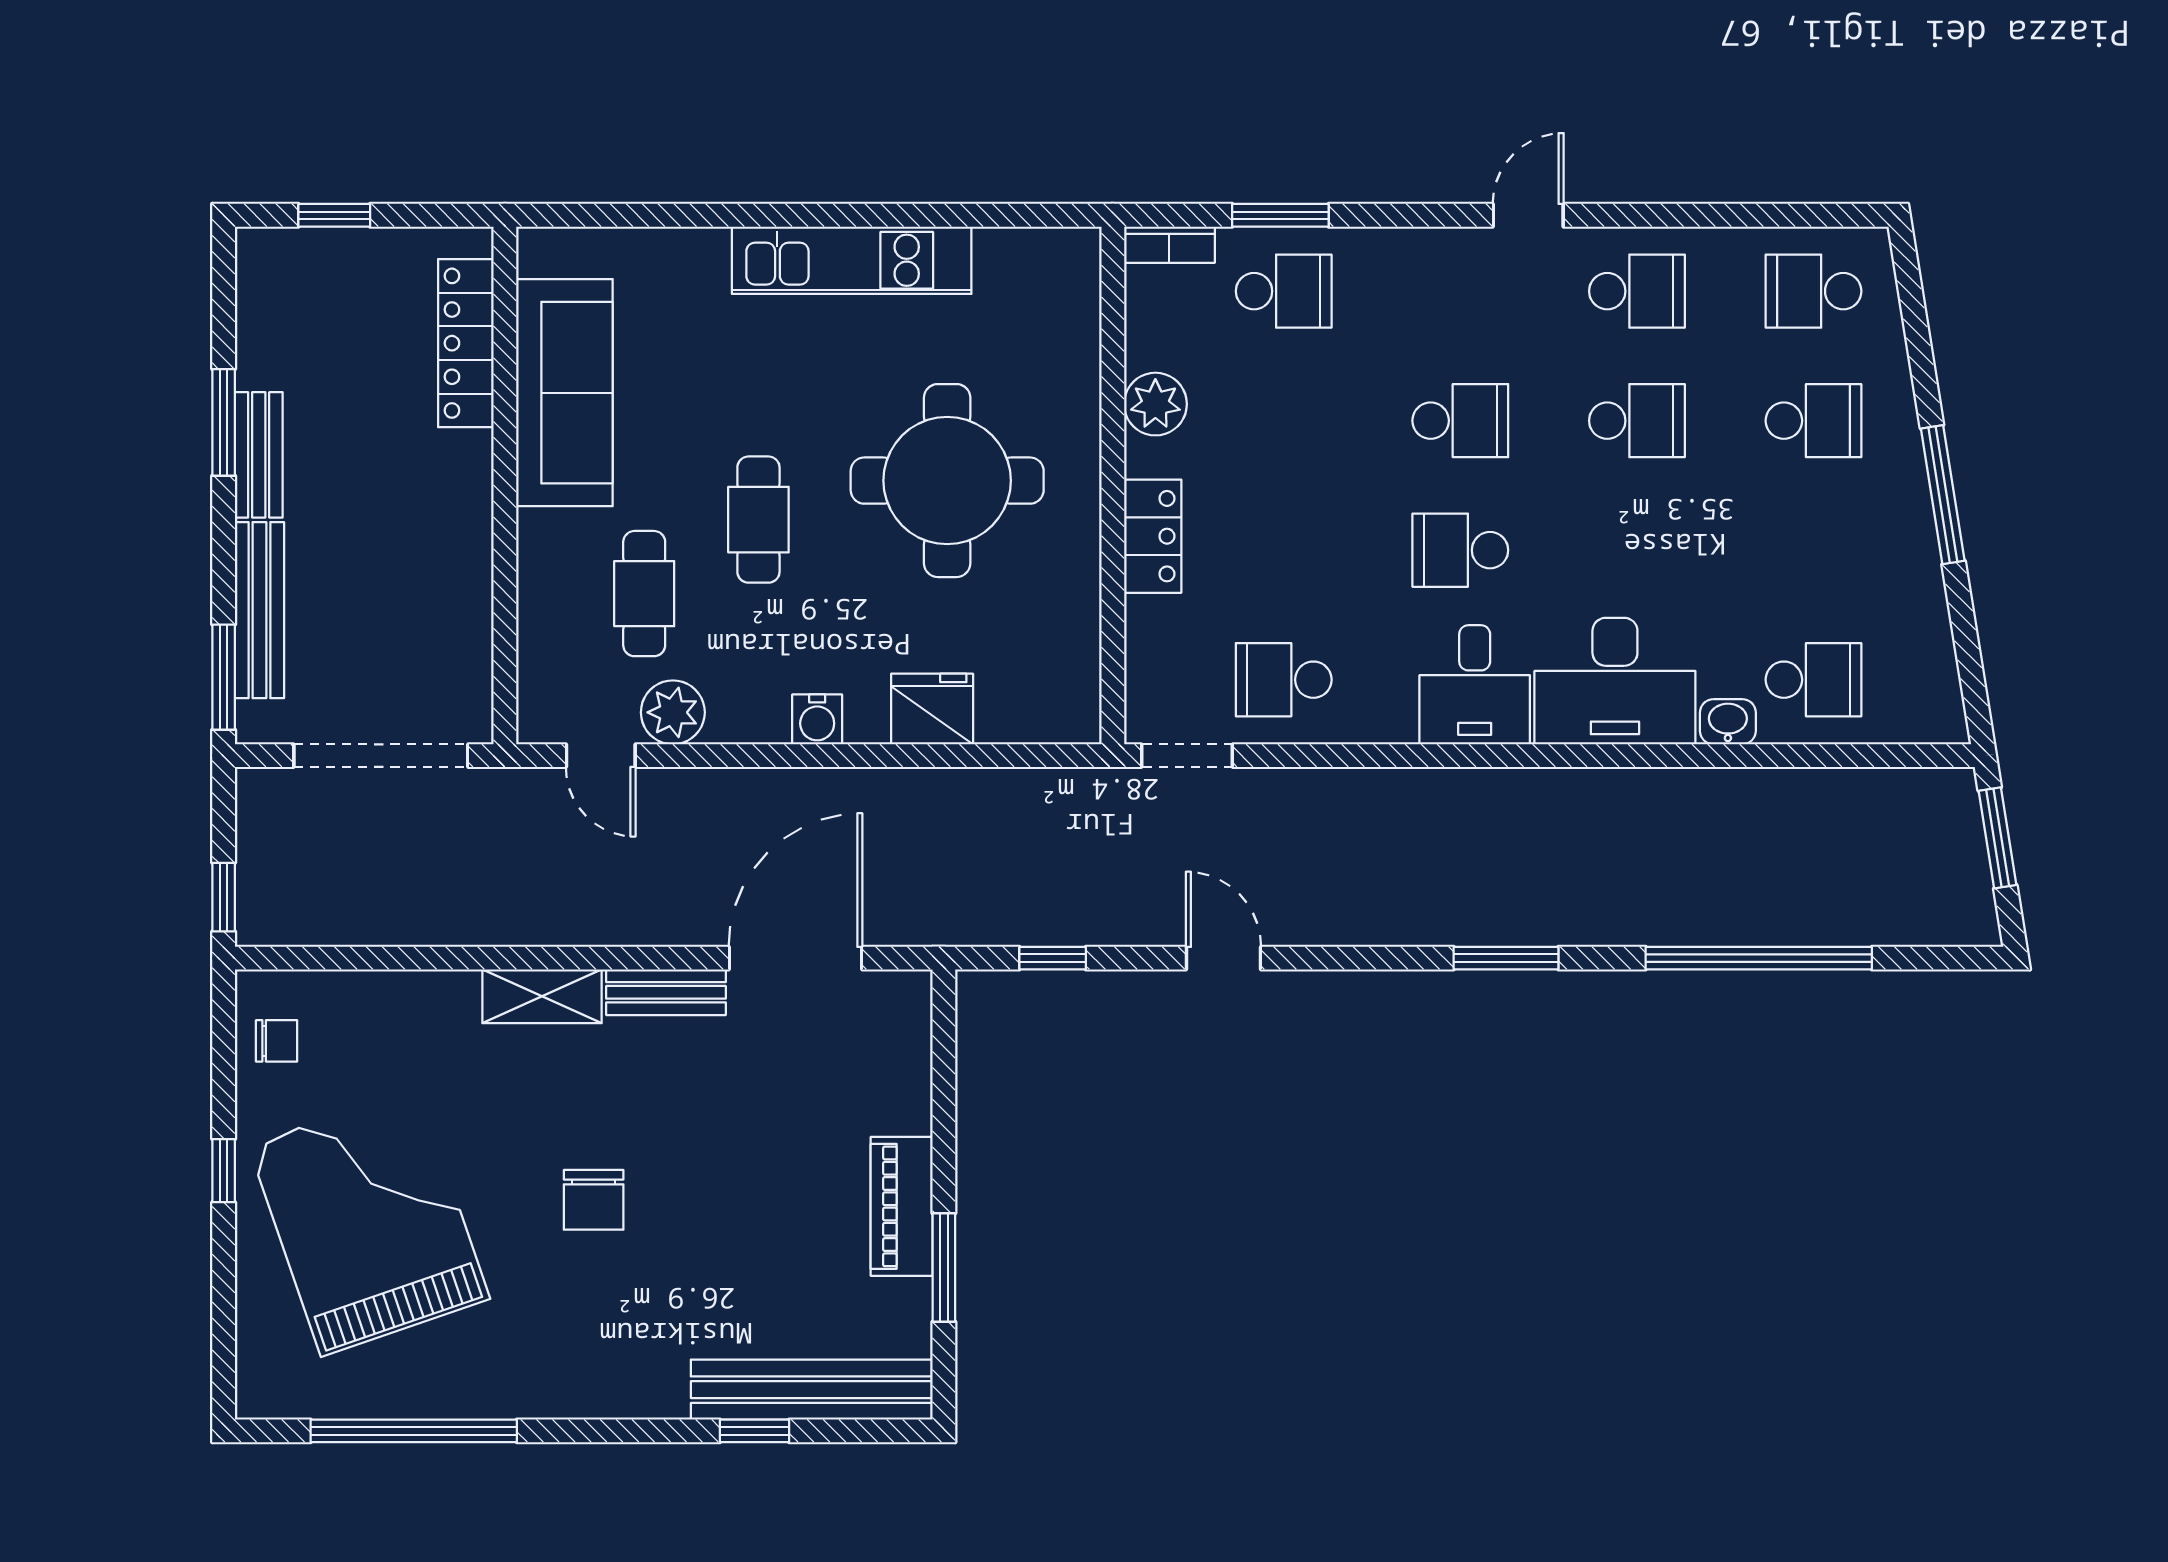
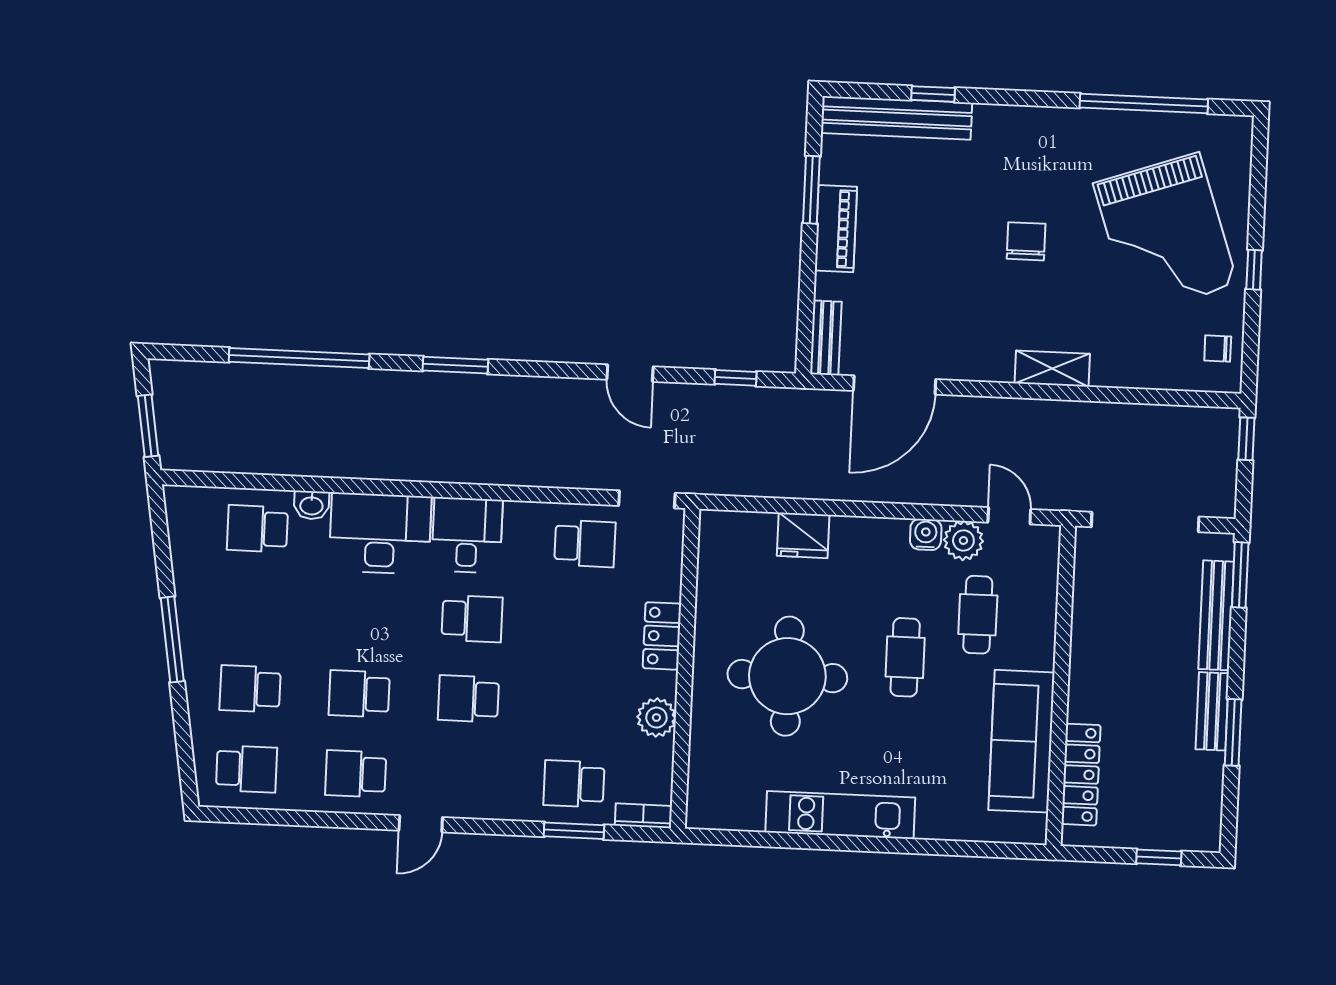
water cooler: (817, 719) -> (926, 534), moved
bench: (666, 992) -> (826, 338), moved, turned 90

